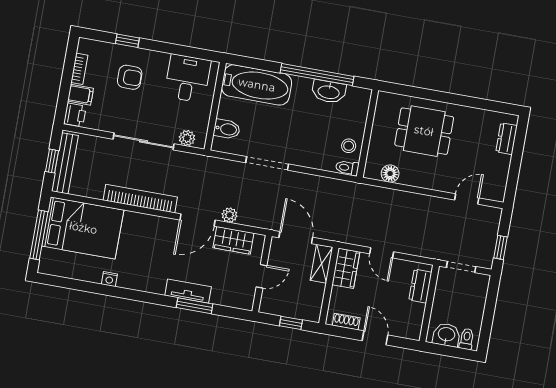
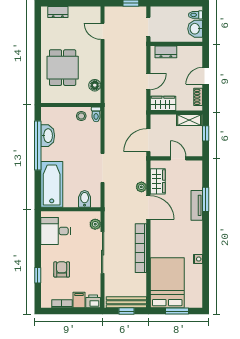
window: (39, 235) -> (177, 311), width x0.69
shelving: (321, 264) -> (189, 120), moved

